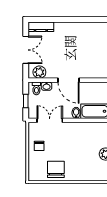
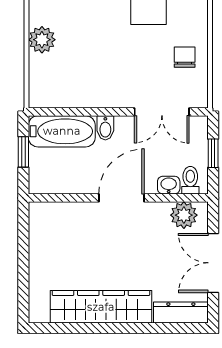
wardrobe: (78, 29) -> (101, 307), added
door: (69, 80) -> (121, 198), hinge flipped

